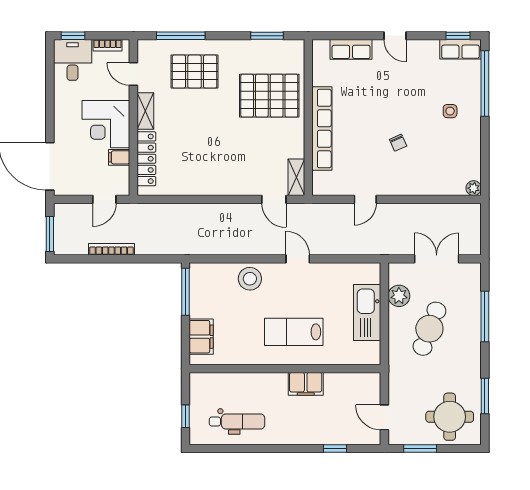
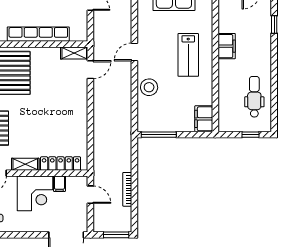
filing cabinet: (201, 337) -> (204, 119), moved, turned -90

